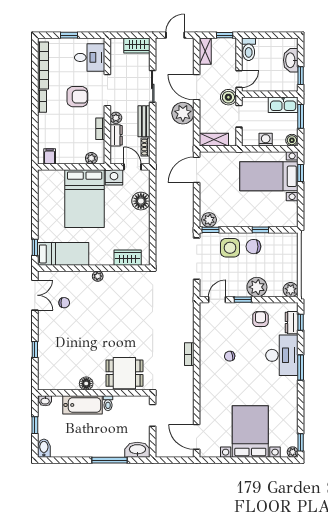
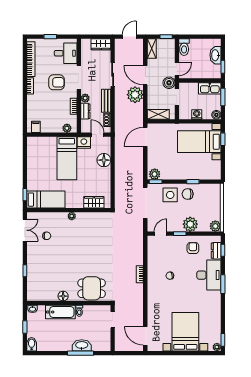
bed: (85, 199) -> (67, 158), width x0.67
washbasin: (137, 450) -> (82, 345), moved

